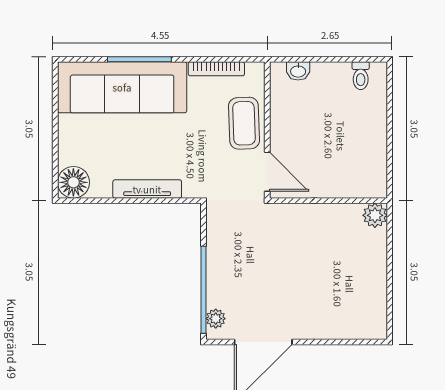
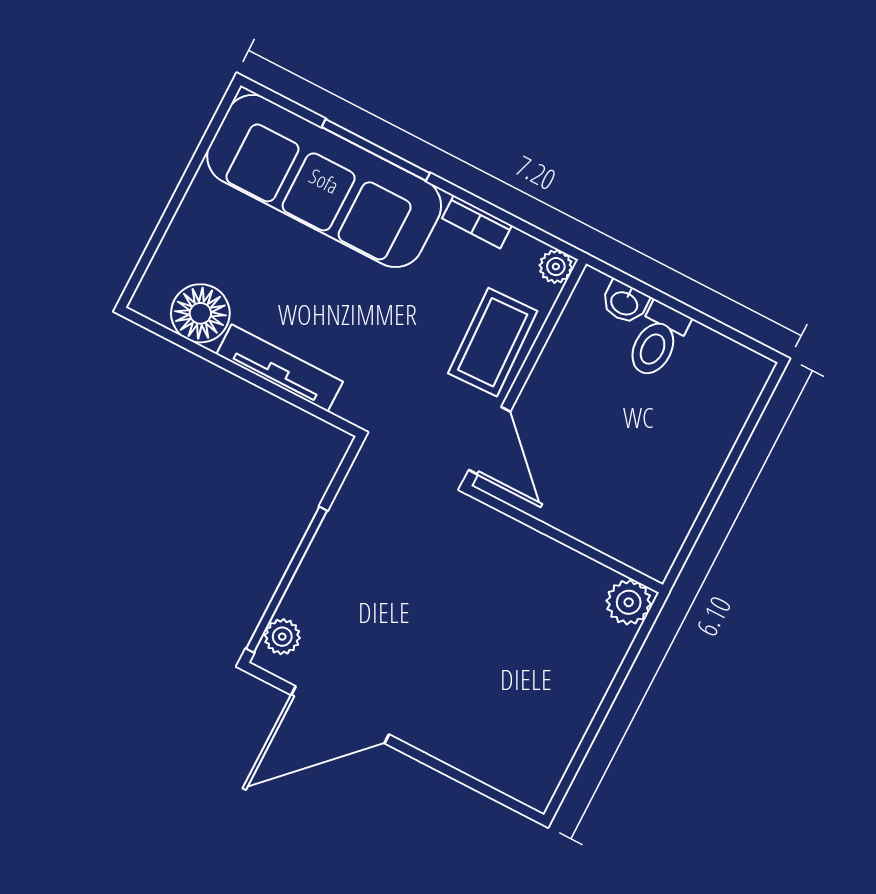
bookcase: (216, 69) -> (477, 222), width x0.64
plant: (256, 71) -> (556, 267), added
toilet: (361, 76) -> (657, 340), moved, width x1.37, depth x1.39
floor lamp: (73, 182) -> (200, 313), moved

